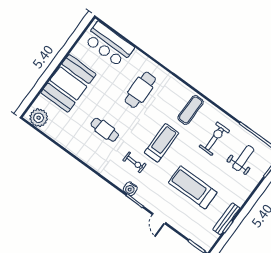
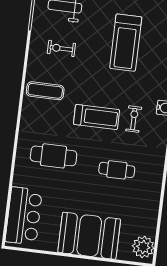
cafe table: (105, 130) -> (117, 170), turned 90
exercise bike: (214, 139) -> (61, 48), width x0.73, depth x0.72
treadmill: (162, 143) -> (97, 117), moved, turned 180

